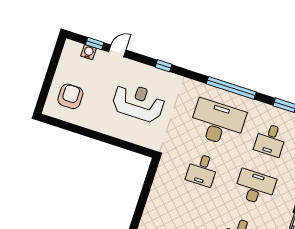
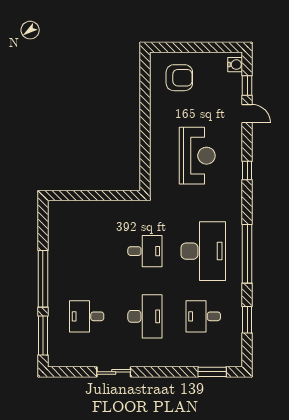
water cooler: (89, 52) -> (235, 65), moved
desk: (202, 170) -> (145, 251), turned 180

